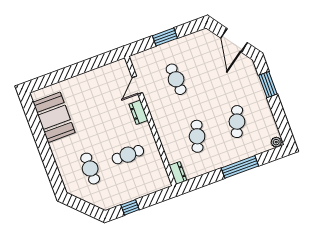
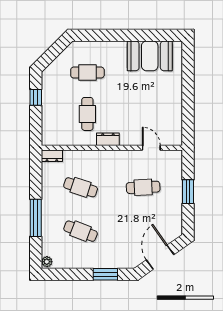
door: (234, 40) -> (160, 257), hinge flipped
dresser: (138, 112) -> (108, 139), moved

